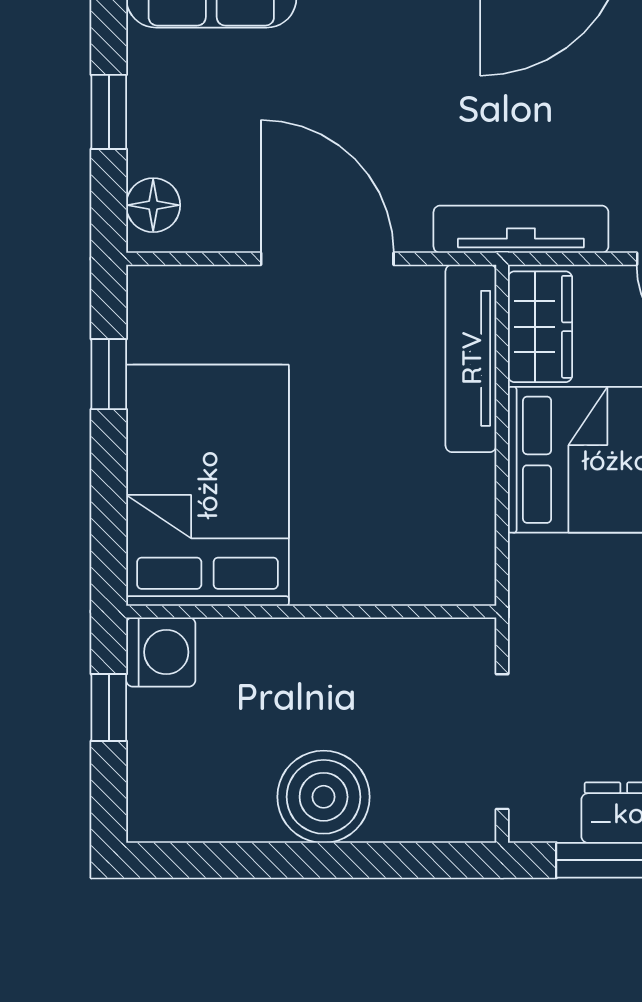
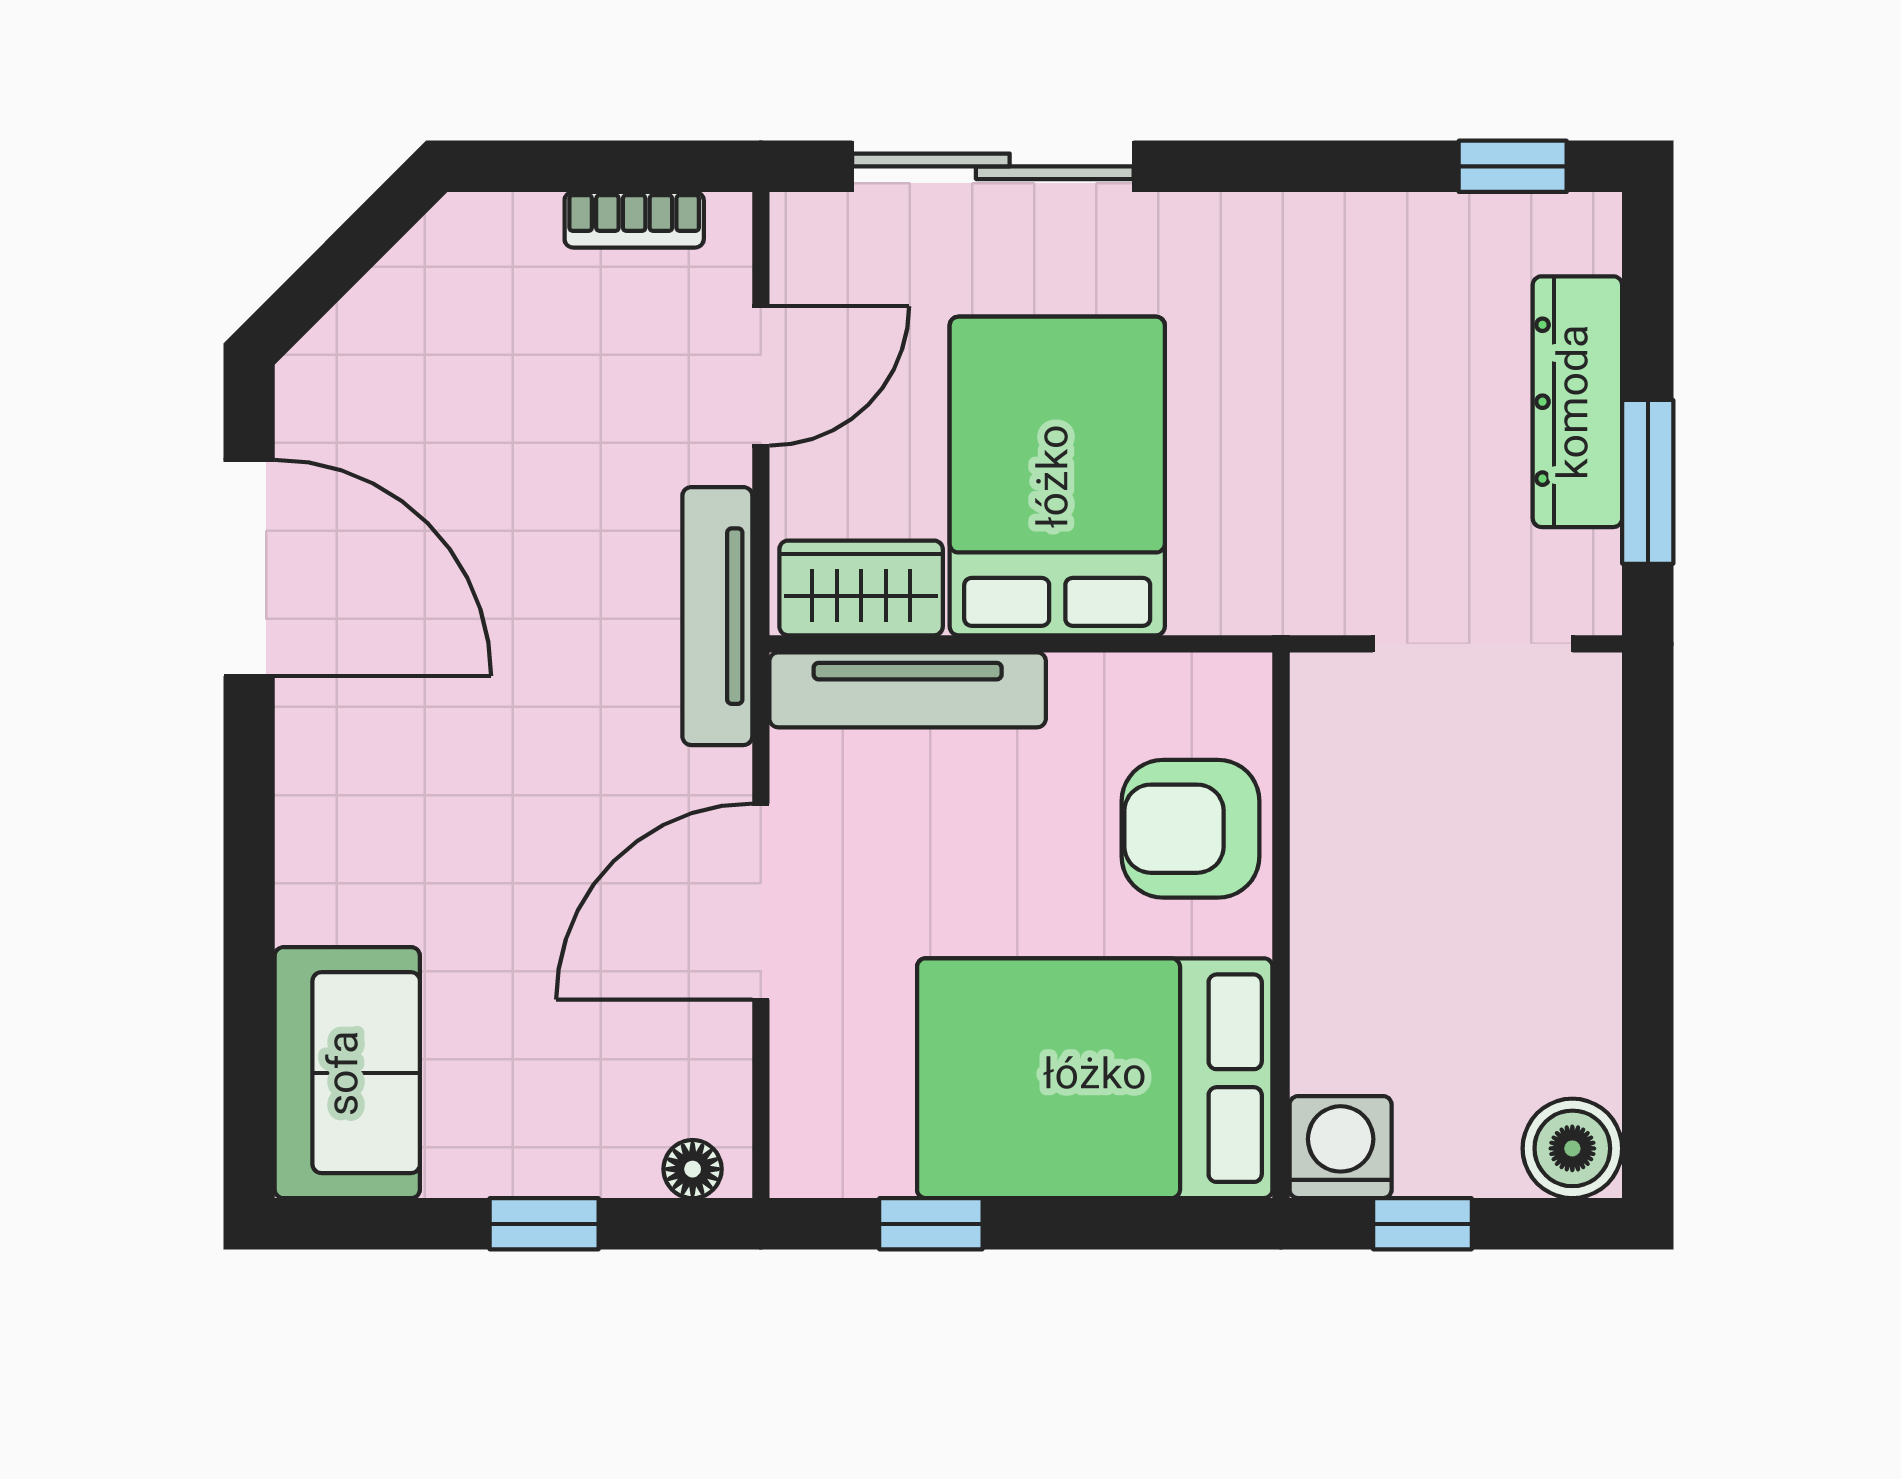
floor lamp: (153, 205) -> (693, 1169), width x0.73, depth x0.73
armchair: (377, 550) -> (1191, 829), added
boiler: (324, 797) -> (1572, 1148), moved, width x0.73, depth x0.73

